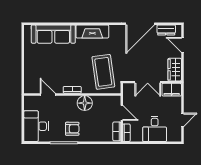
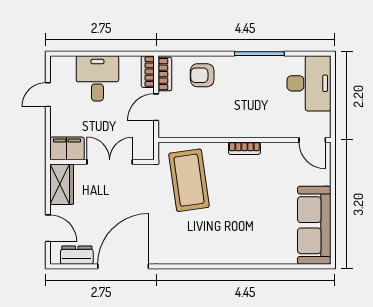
fireplace: (92, 31) -> (209, 252), removed
sofa: (53, 34) -> (314, 225), moved, turned -90
door: (48, 94) -> (312, 140), moved
floor lamp: (85, 103) -> (222, 124), removed
door: (122, 113) -> (156, 107), hinge flipped
armchair: (72, 129) -> (202, 75), moved

